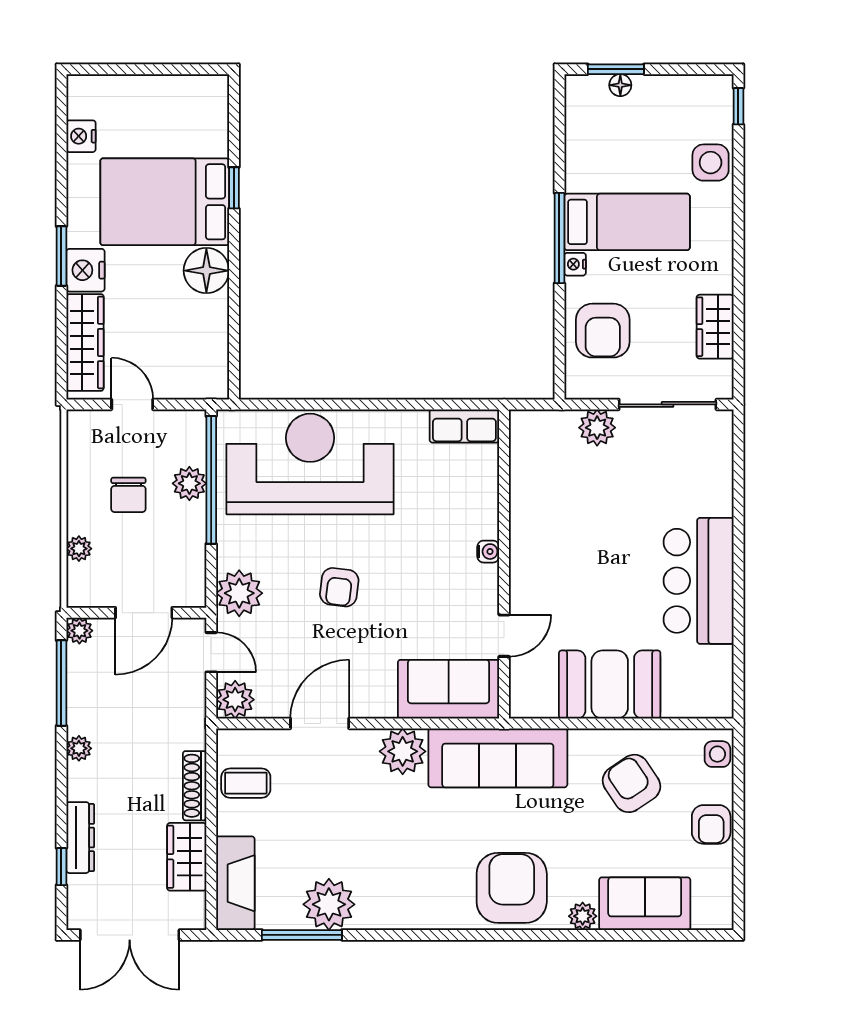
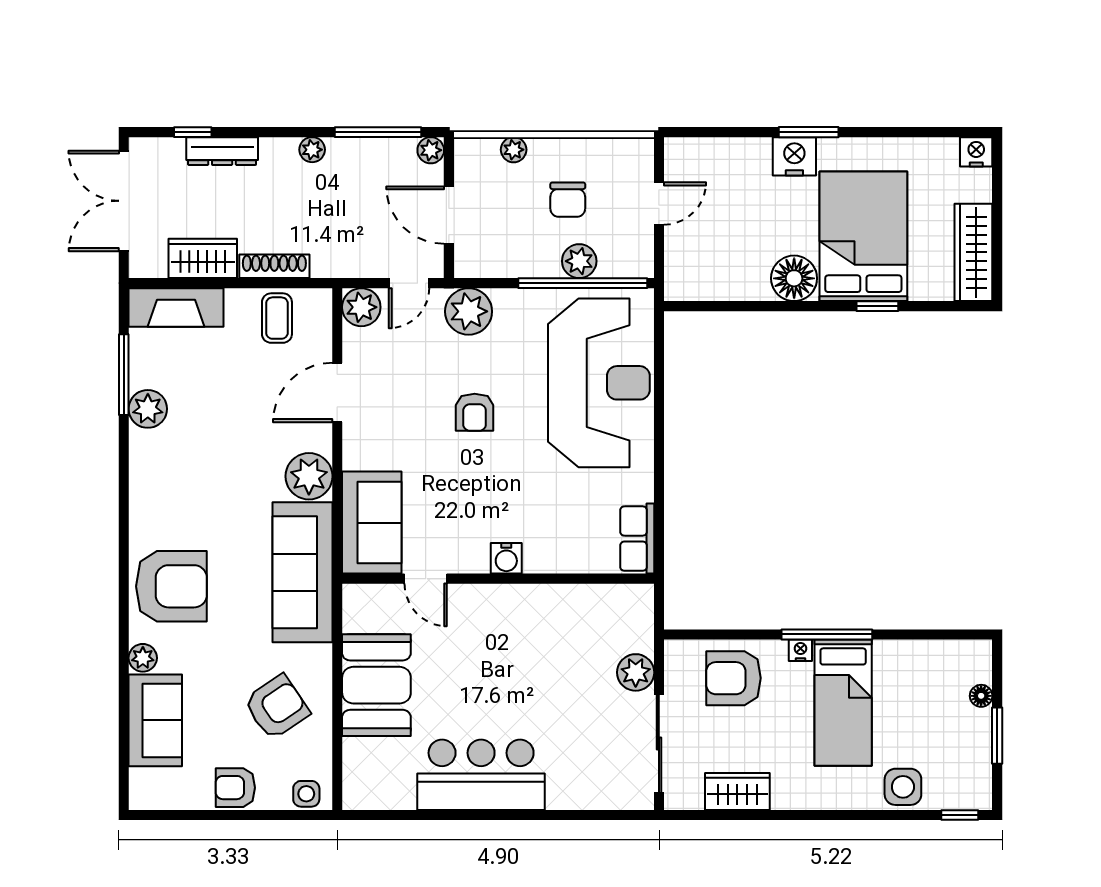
window: (616, 69) -> (997, 736), moved
nightstand: (81, 136) -> (976, 152), moved
wardrobe: (85, 342) -> (973, 252), moved, turned 90
chair: (128, 495) -> (568, 200), turned -90
water cooler: (488, 552) -> (506, 558), width x1.38, depth x1.38
armchair: (339, 587) -> (475, 412), turned -97
door: (320, 723) -> (337, 393), swing flipped
plant: (329, 904) -> (148, 409), width x0.73, depth x0.73

